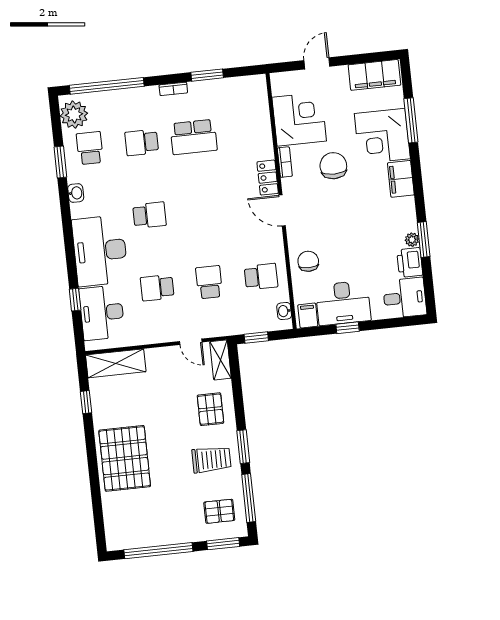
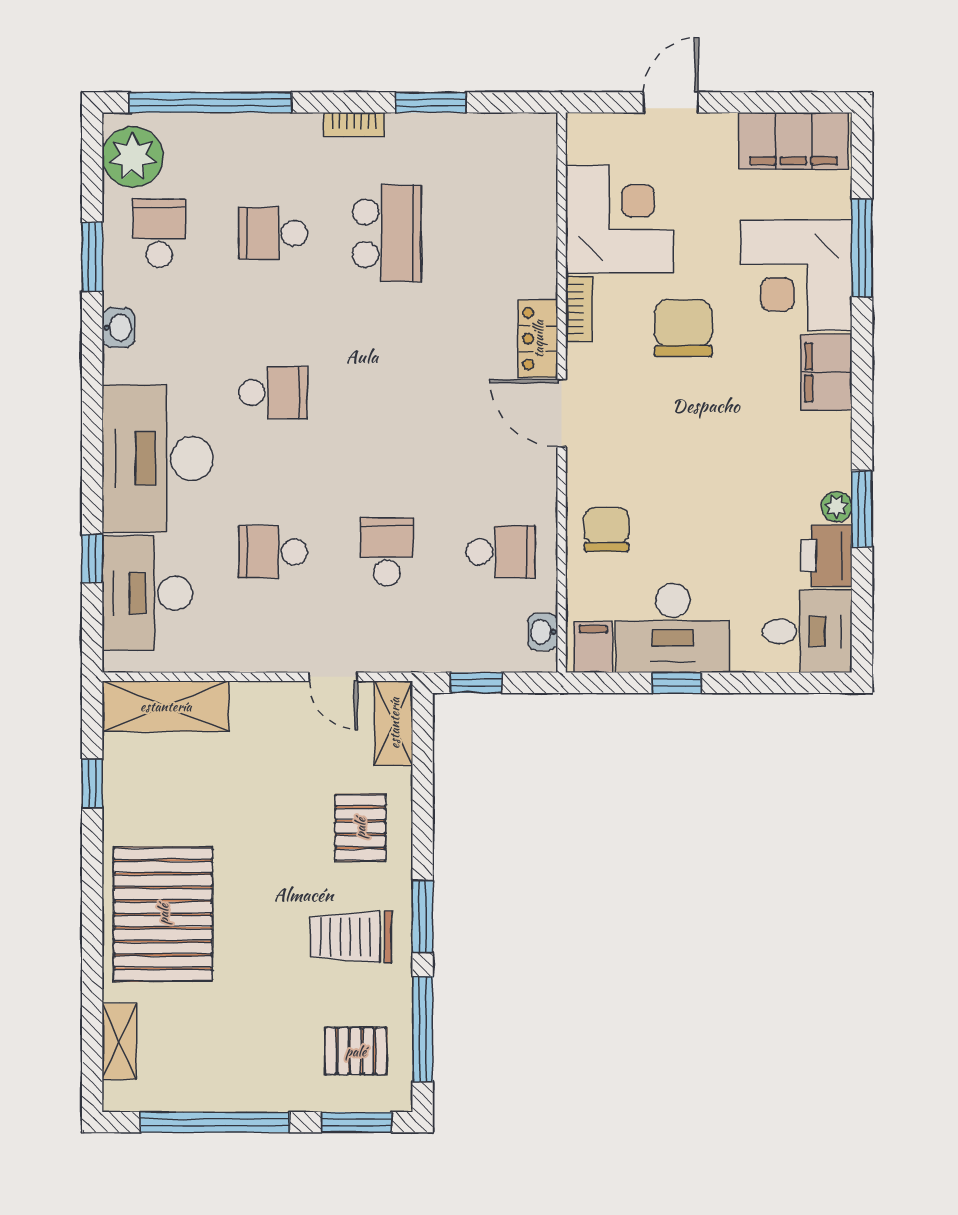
school desk: (194, 137) -> (387, 233), turned -90
trolley: (211, 460) -> (351, 937), turned 180
shelving: (111, 519) -> (119, 1042), added

